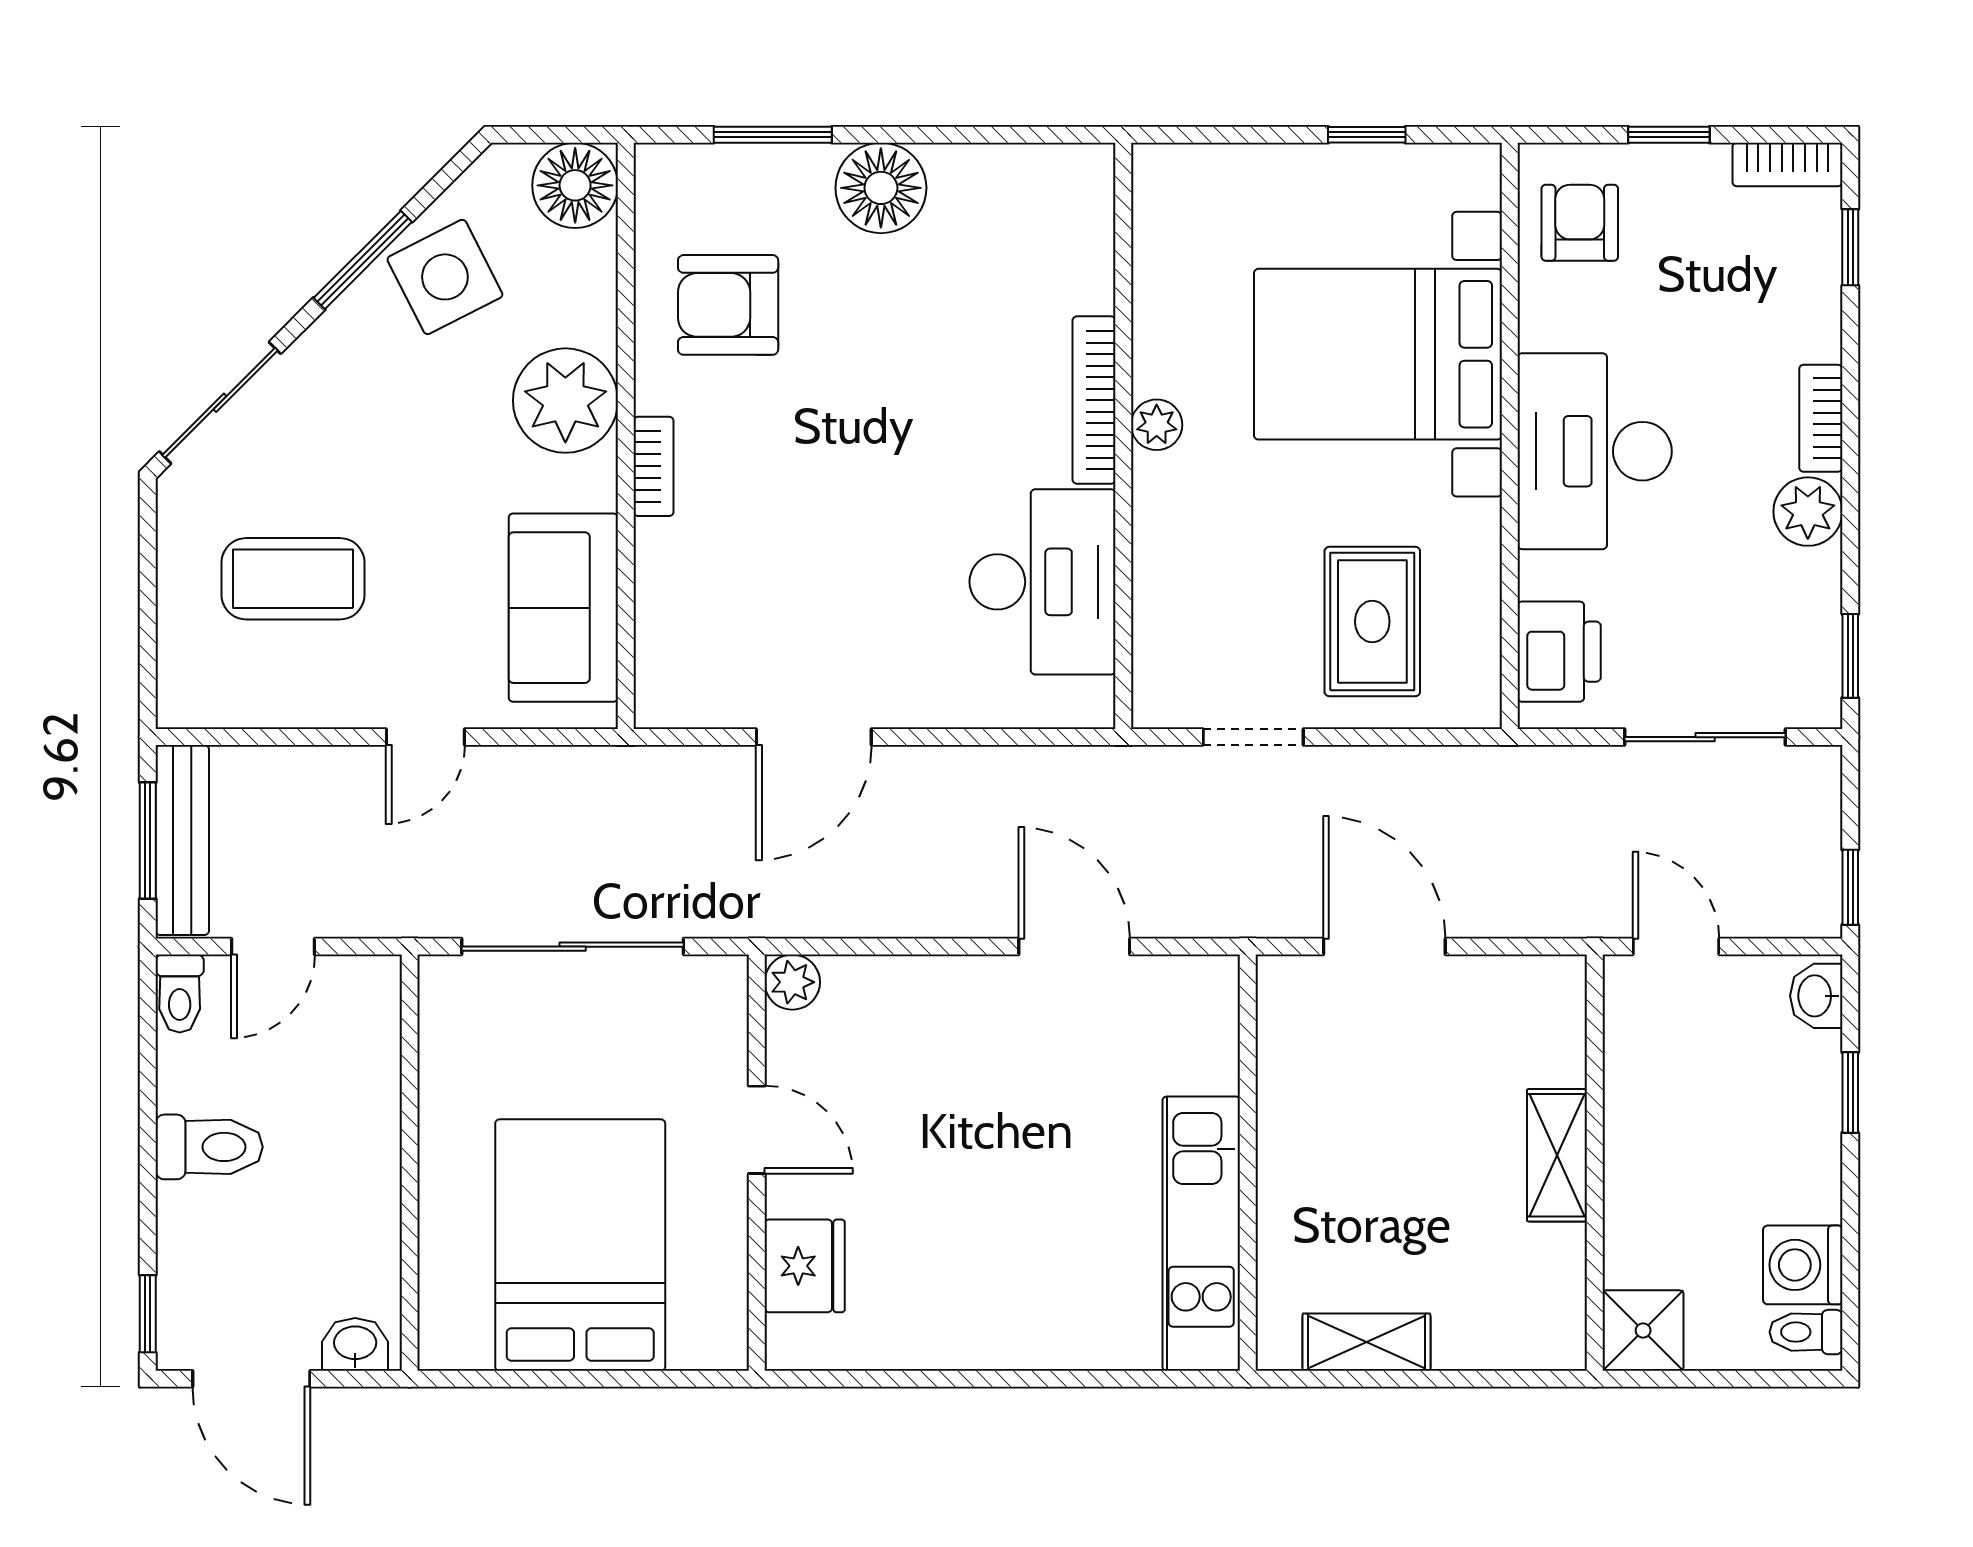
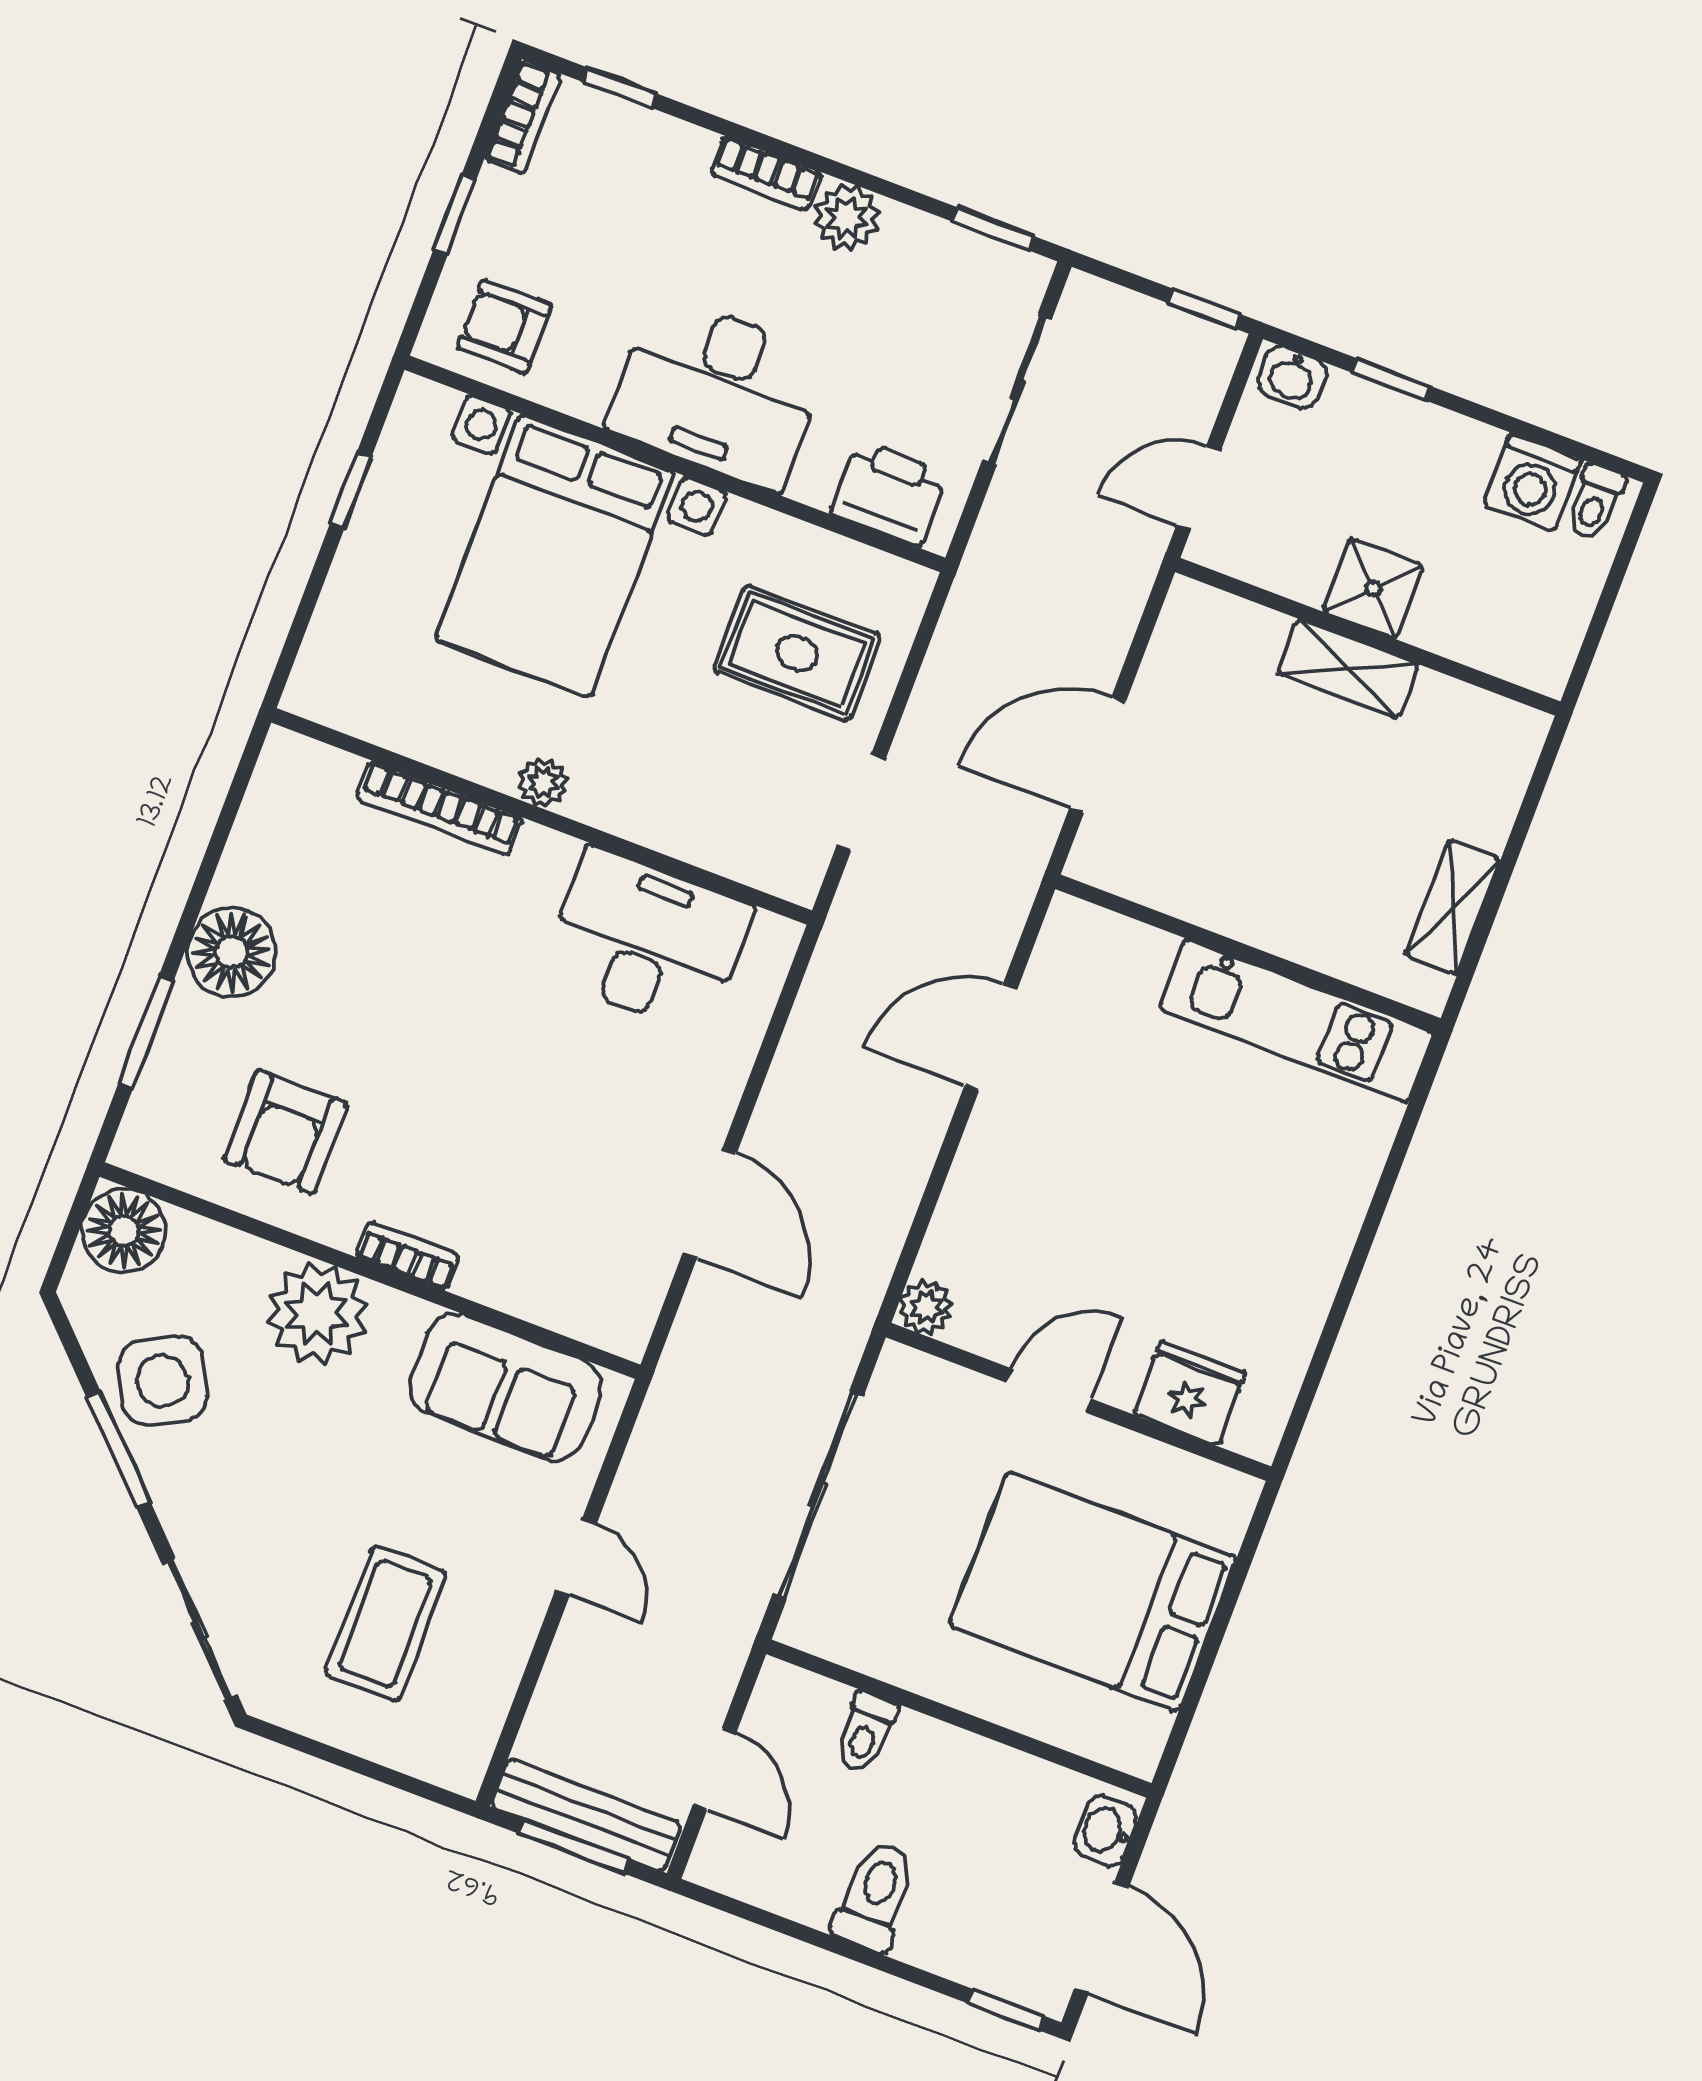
bookcase: (1094, 400) -> (439, 808), moved
toilet: (180, 994) -> (866, 1732), moved, turned 90
shower: (1643, 1330) -> (1373, 588), moved
door: (251, 1379) -> (1101, 1938), hinge flipped

